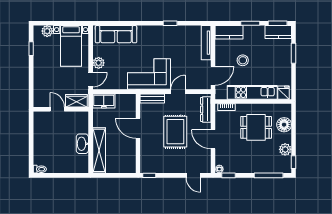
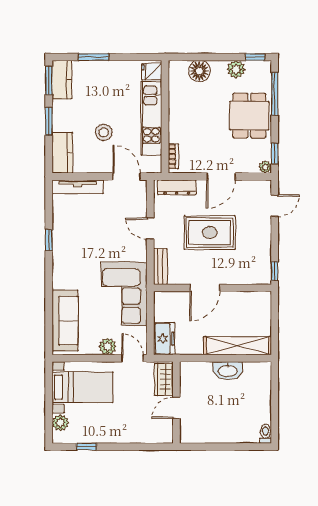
corner sofa: (149, 74) -> (124, 294), moved
dining table: (256, 127) -> (249, 116), moved

